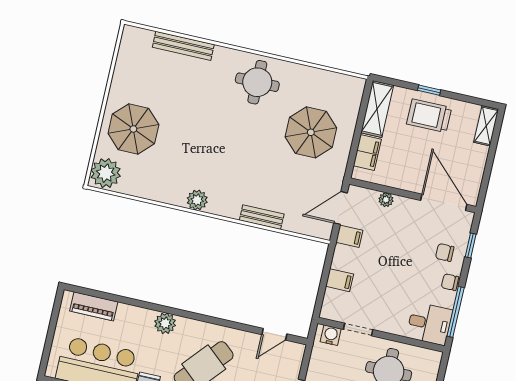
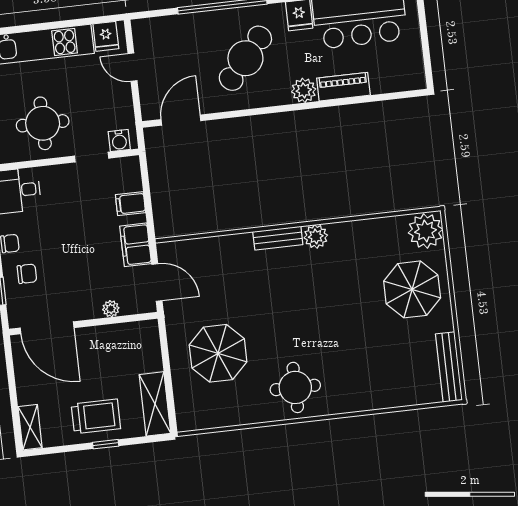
bench: (183, 46) -> (449, 367), moved, turned 90
filing cabinet: (367, 153) -> (149, 353), removed
door: (341, 208) -> (157, 283), hinge flipped
bench: (262, 217) -> (278, 238), moved
filing cabinet: (349, 236) -> (136, 245), width x2.00
piano: (94, 306) -> (343, 87), moved
door: (274, 334) -> (181, 120), width x1.37

